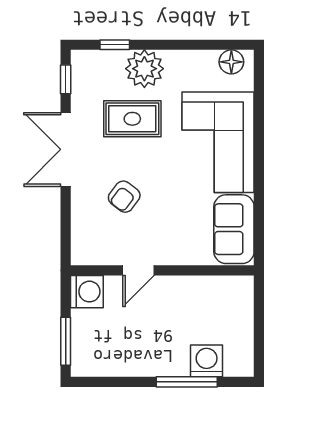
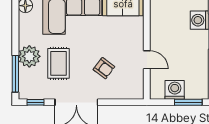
window: (115, 45) -> (15, 74), width x2.17
washing machine: (87, 292) -> (175, 90), moved

